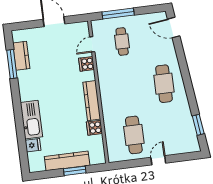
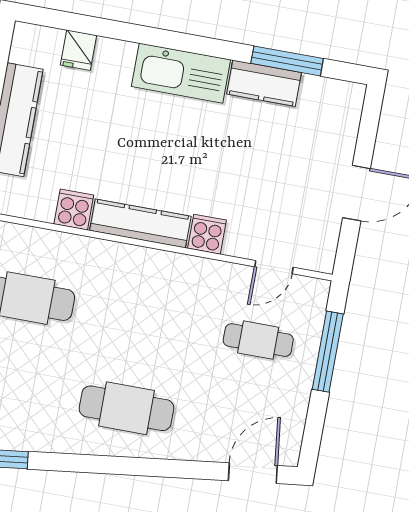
door: (92, 44) -> (274, 267), swing flipped
kitchen counter: (21, 56) -> (264, 83), moved
cooker: (86, 64) -> (207, 234), moved
kitchen sink: (31, 120) -> (181, 73), moved

